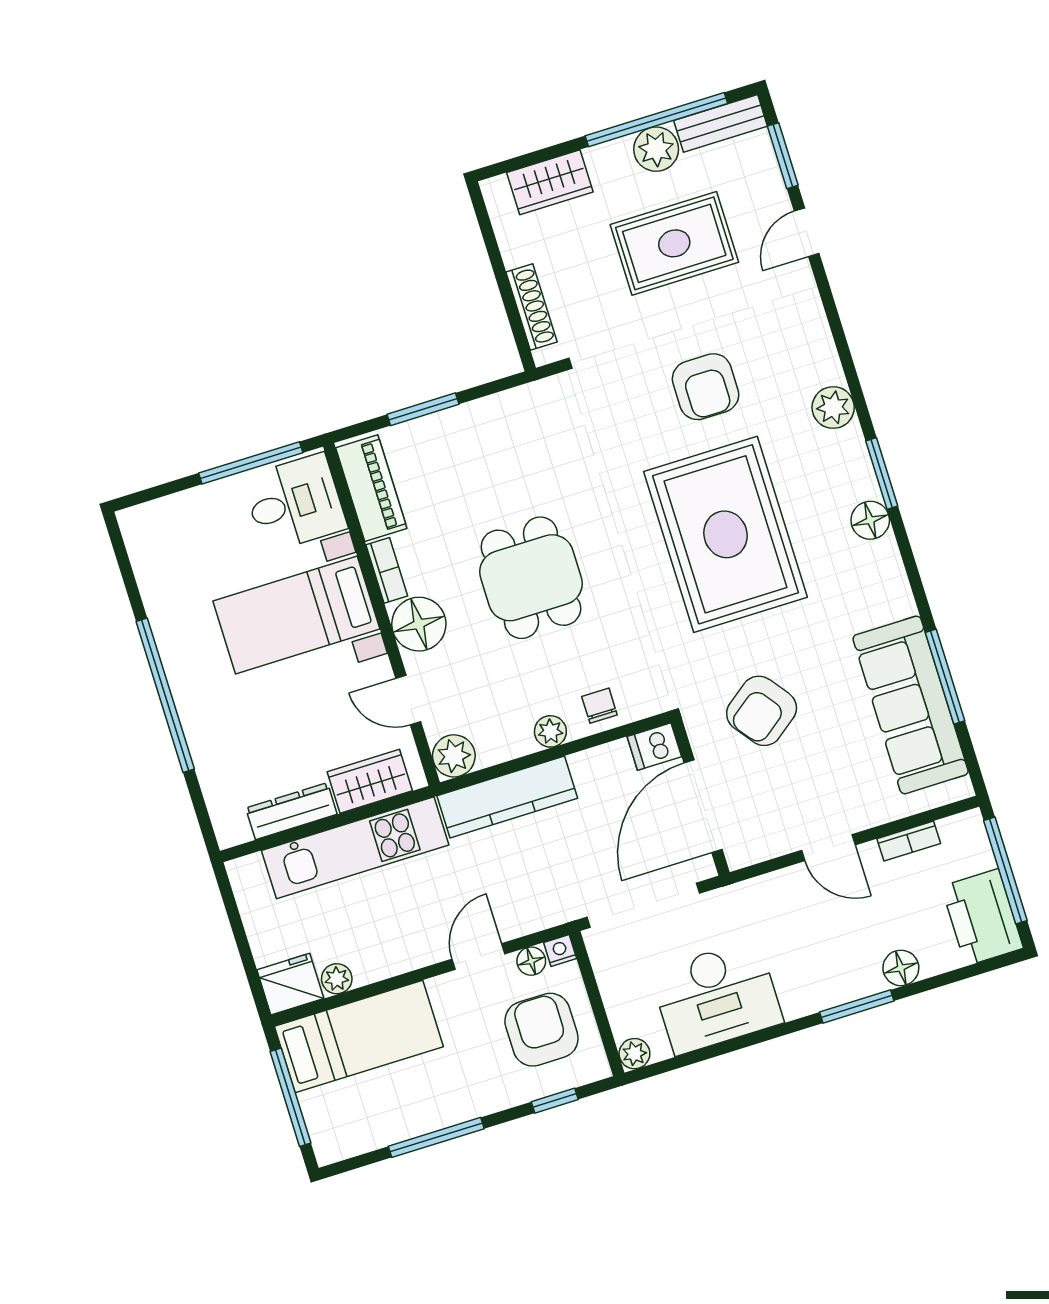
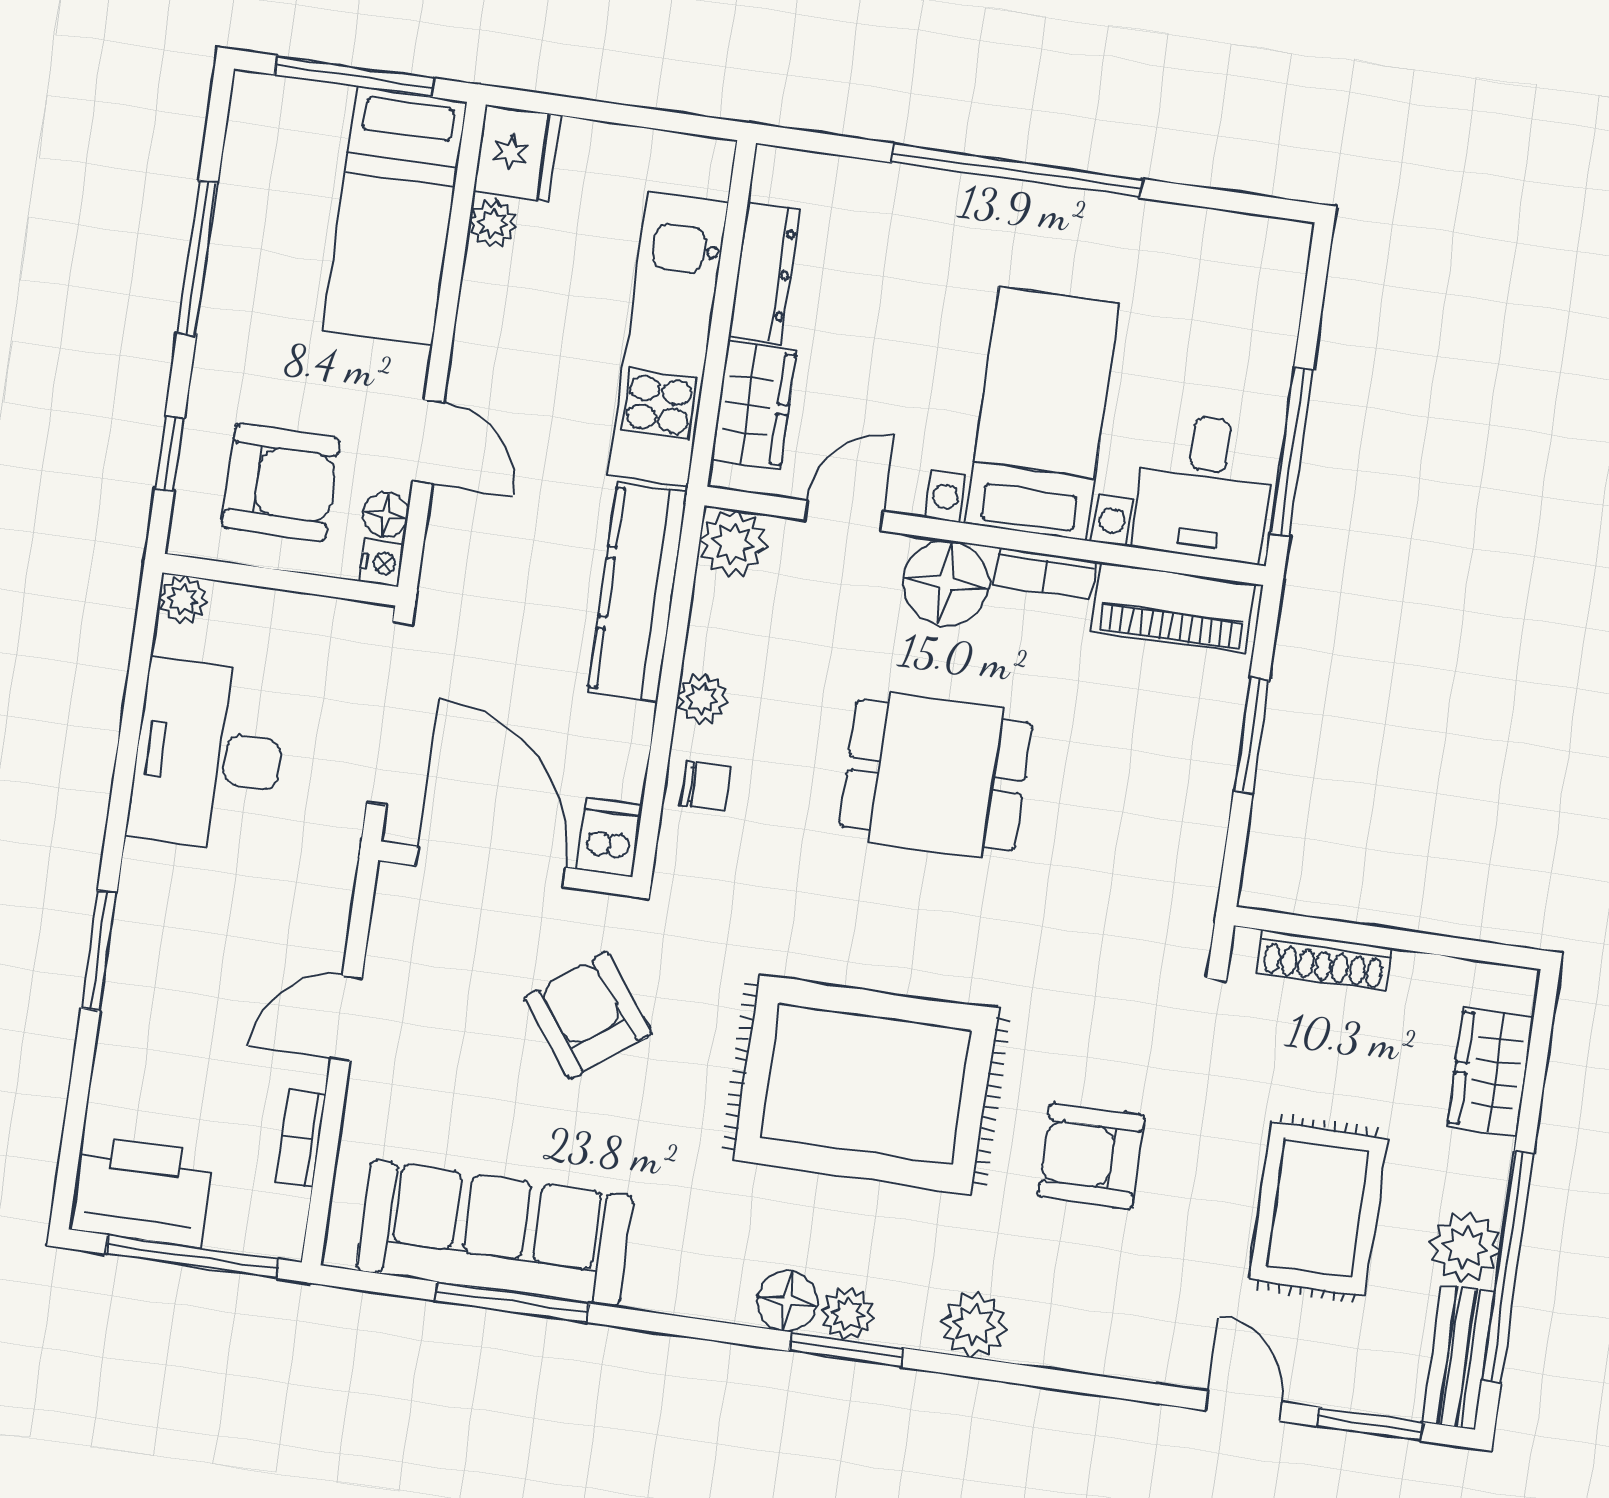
plant: (861, 482) -> (848, 1314), added
floor lamp: (901, 968) -> (124, 1040), removed

